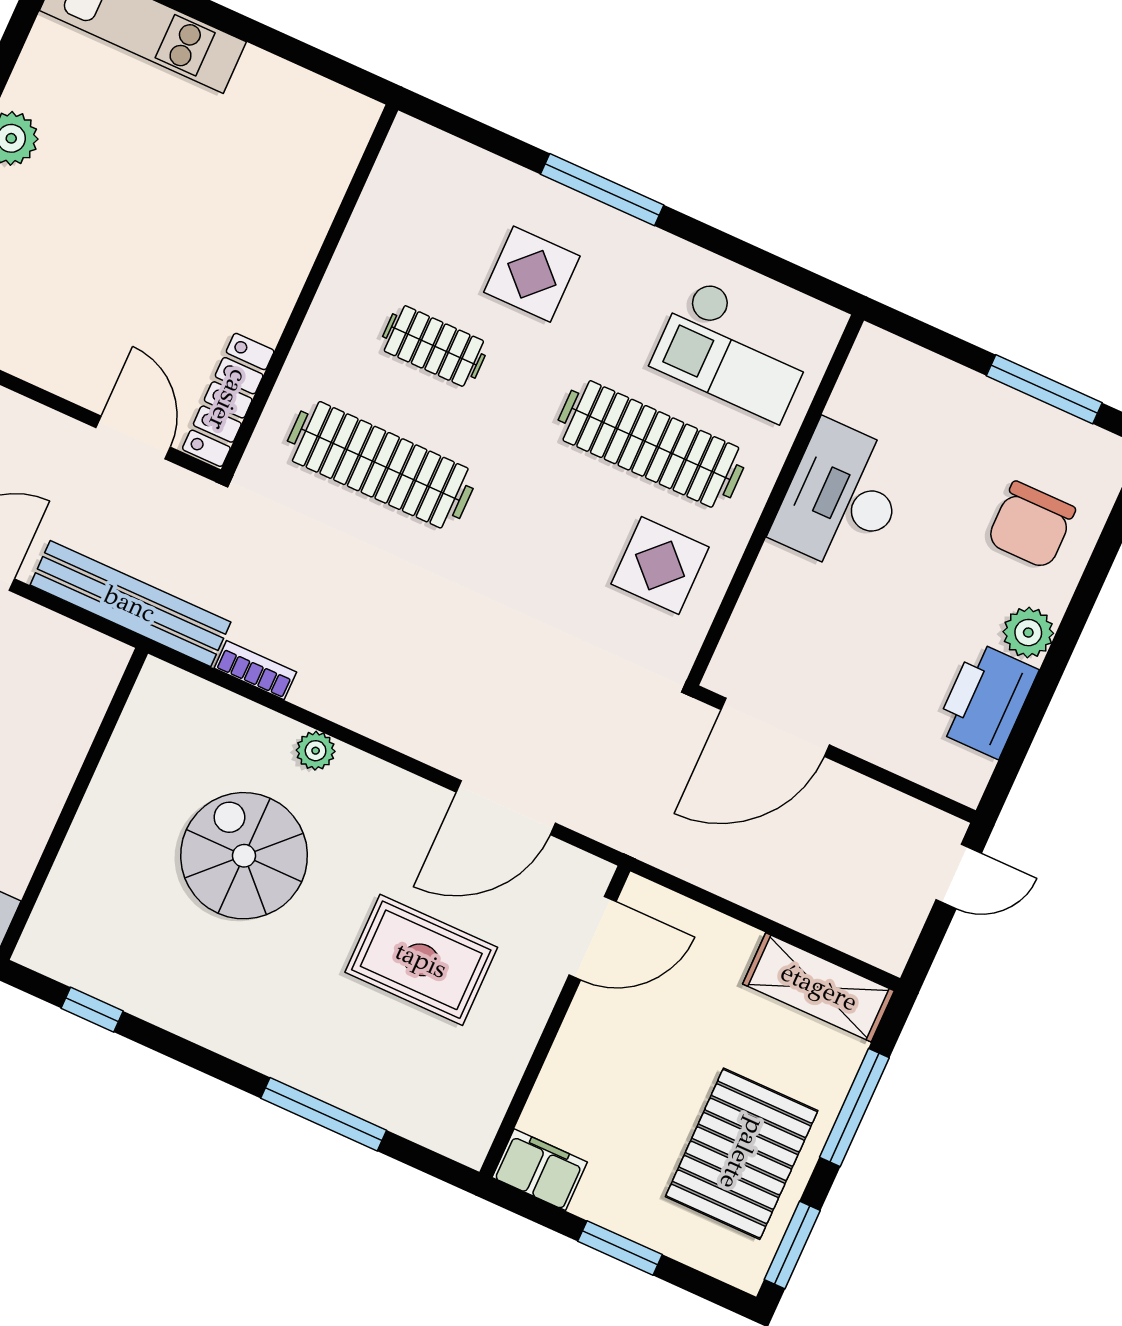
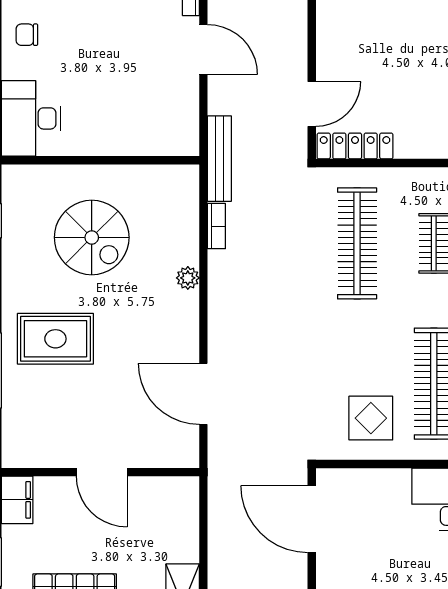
bench: (130, 604) -> (219, 159), width x0.73, depth x0.82
spiral stairs: (244, 856) -> (92, 237), moved, turned 90
door: (593, 938) -> (102, 472), moved
rug: (421, 960) -> (55, 339), moved, turned 90

